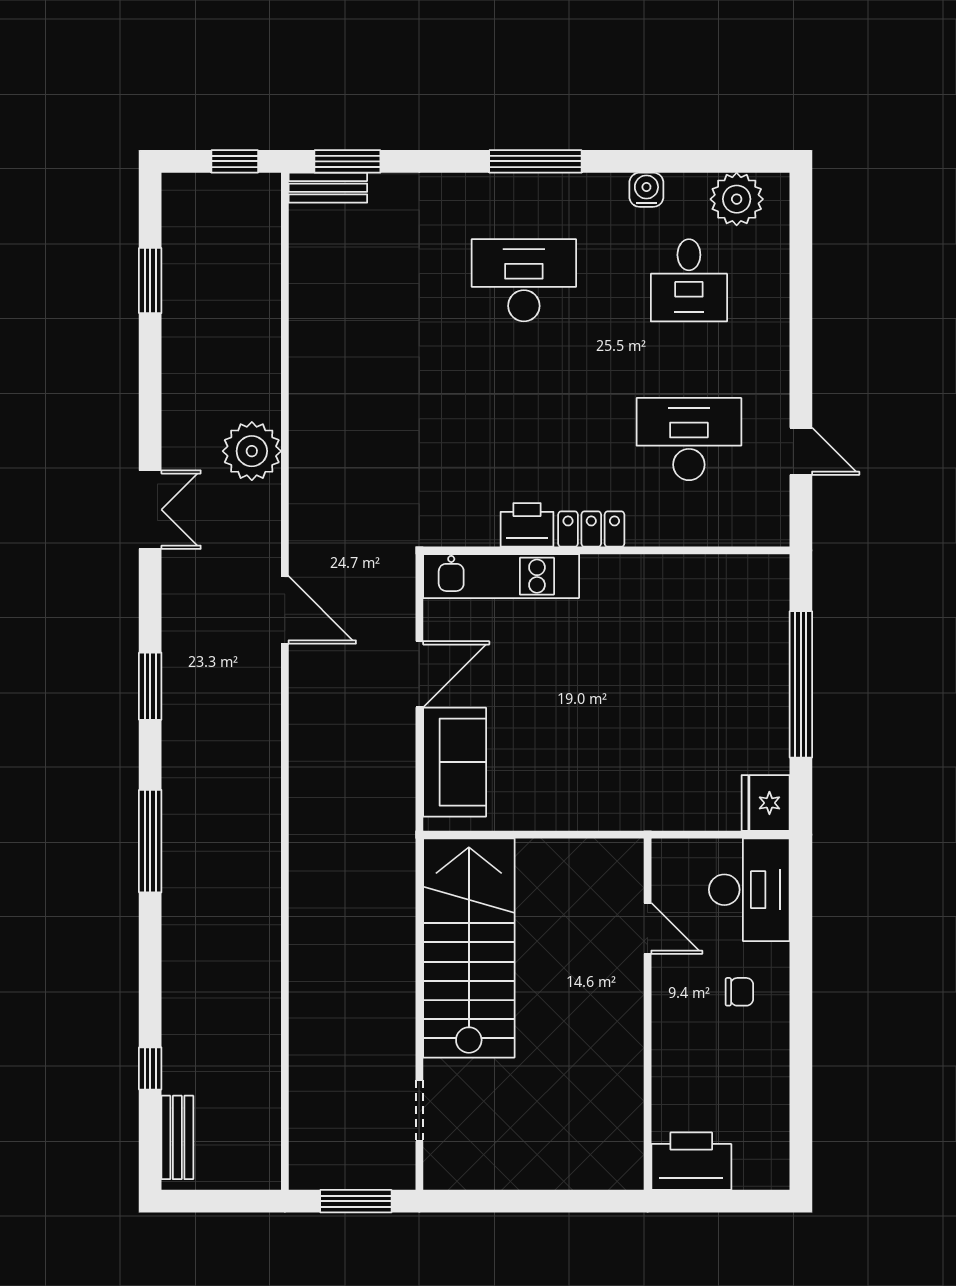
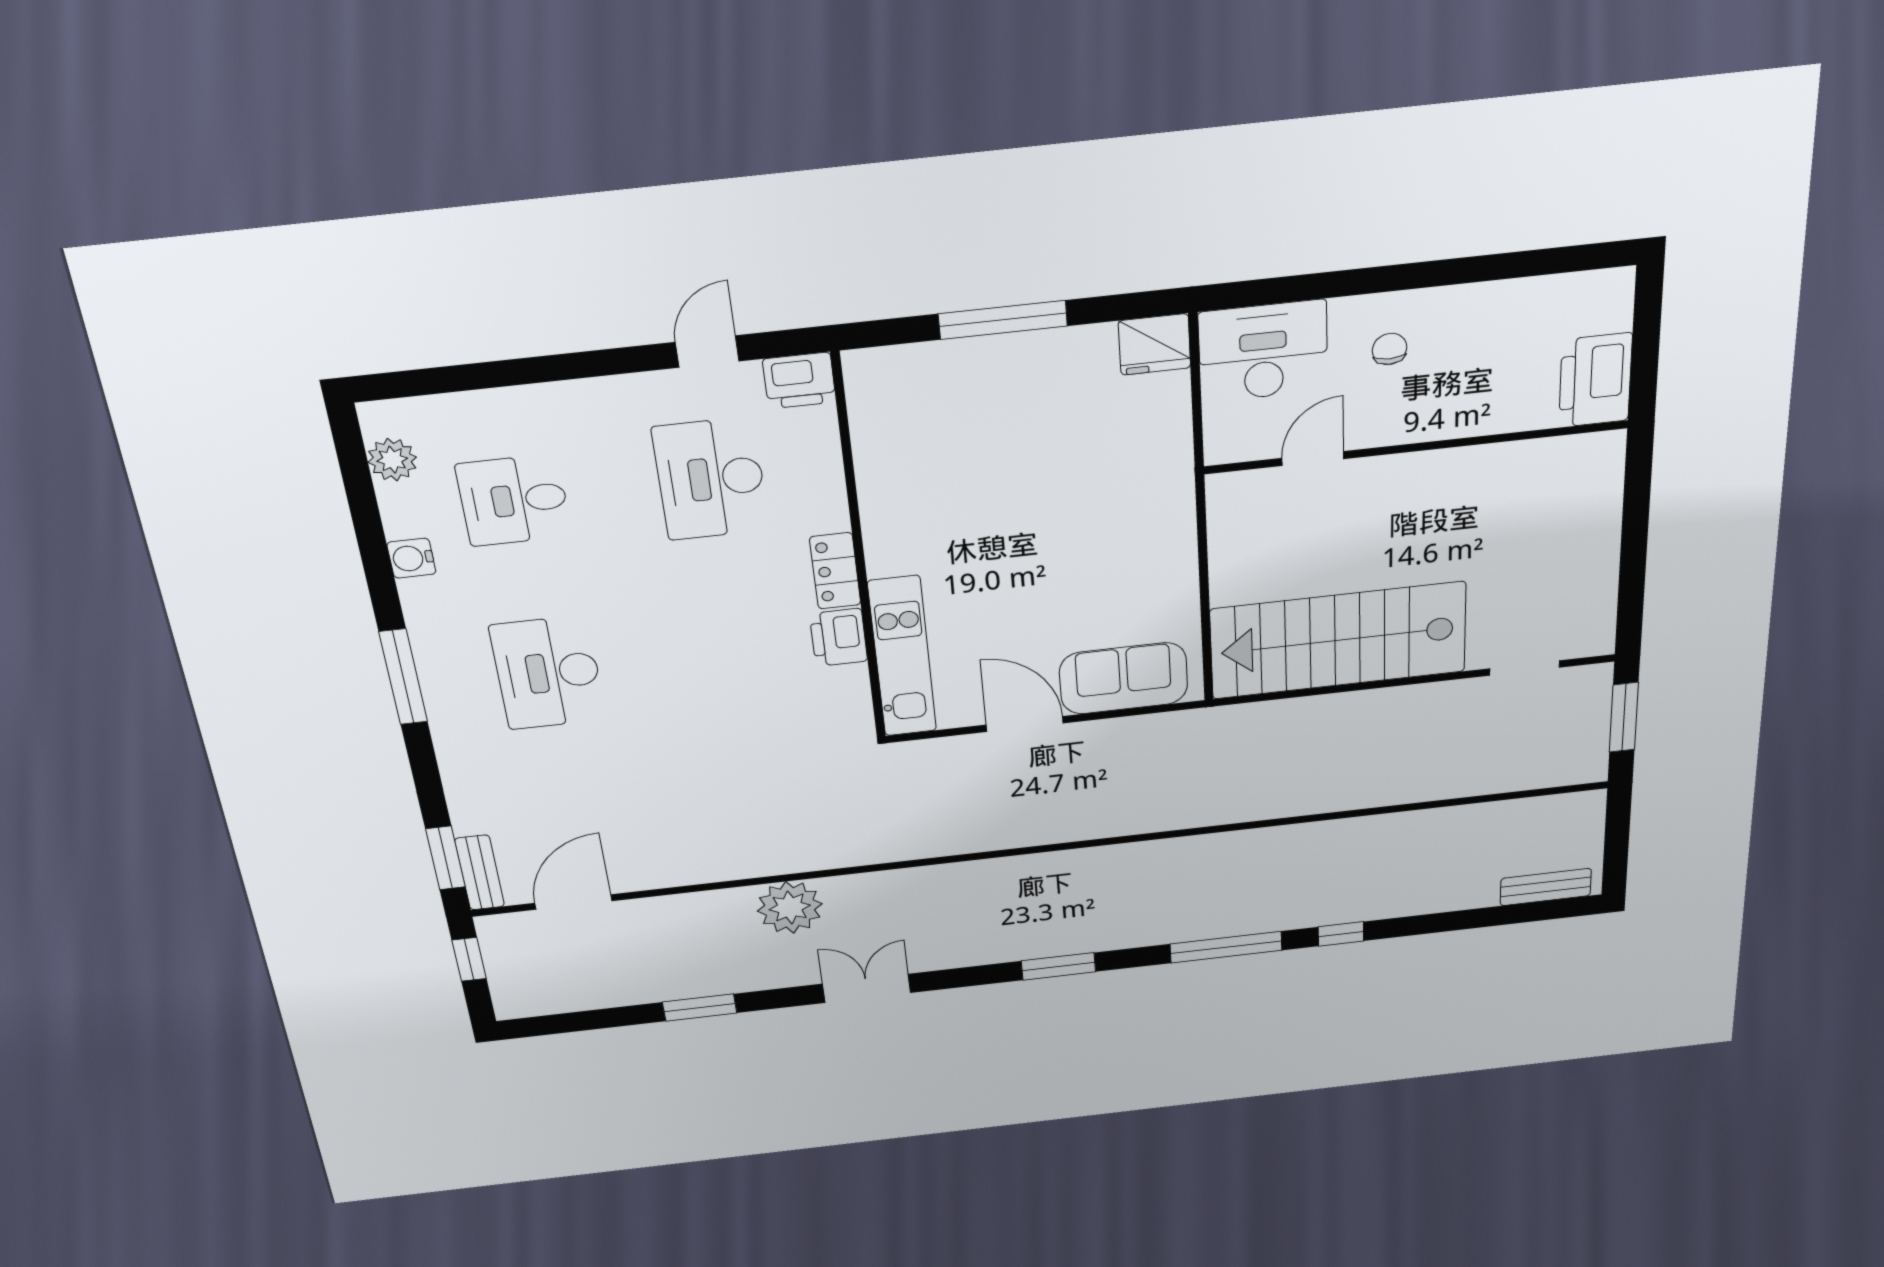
plant: (737, 199) -> (392, 460), width x0.73, depth x0.73
desk: (689, 280) -> (514, 500), turned 180
window: (150, 281) -> (700, 1008), moved
printer: (767, 520) -> (799, 381), added
door: (285, 610) -> (573, 902), moved
window: (801, 684) -> (1003, 320), width x0.68
window: (150, 1068) -> (1341, 934), moved

